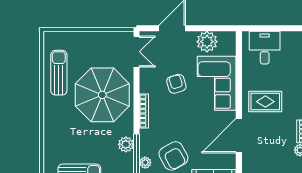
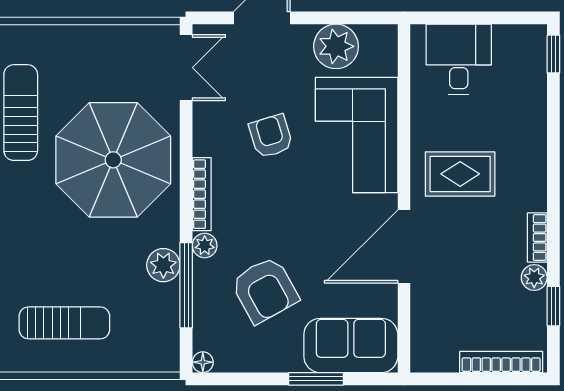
plant: (145, 163) -> (205, 246), moved

